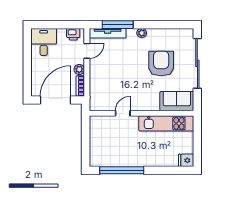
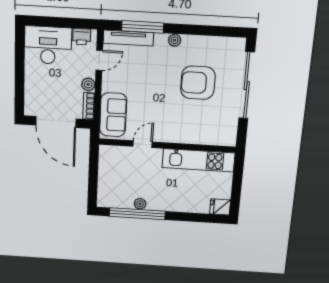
desk: (44, 42) -> (48, 45), width x1.37
armchair: (161, 63) -> (198, 83), turned -90
door: (56, 100) -> (56, 122), swing flipped
sofa: (177, 101) -> (113, 115), moved, turned 90
plant: (123, 162) -> (140, 204), added

